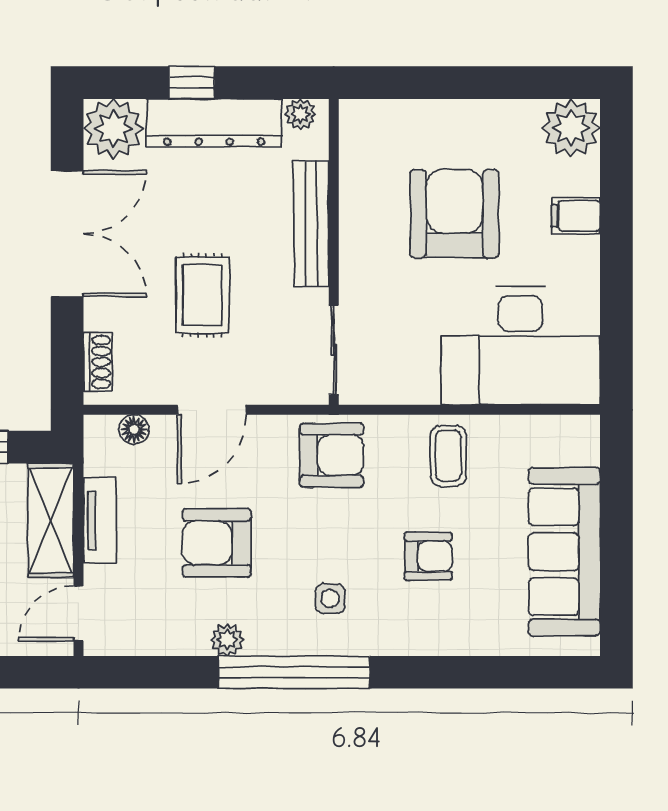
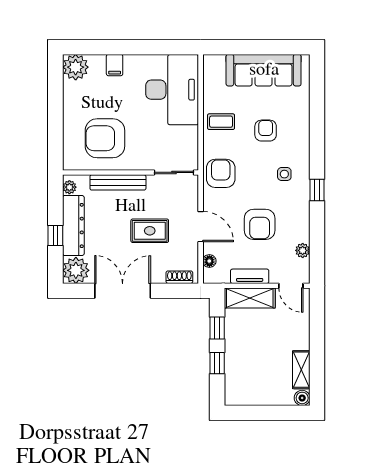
armchair: (455, 214) -> (105, 138), moved
plant: (227, 640) -> (303, 250), moved
window: (294, 672) -> (317, 190), width x0.32

